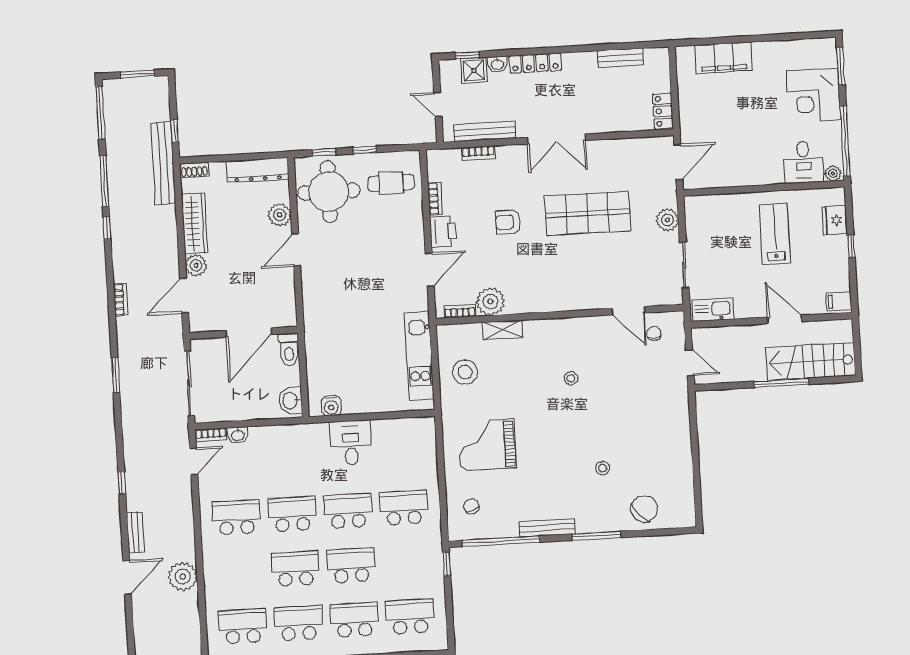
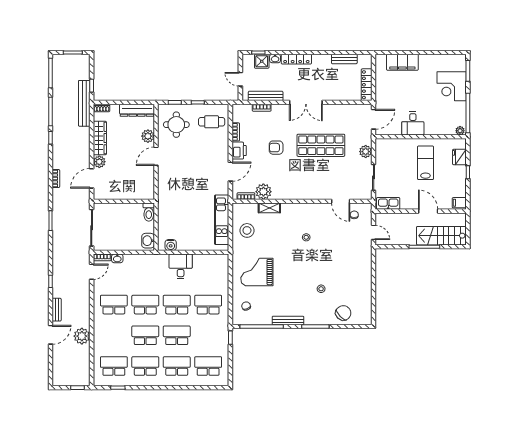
locker: (663, 111) -> (367, 85), width x1.53
desk: (803, 162) -> (413, 123), moved
round table: (329, 192) -> (176, 125), width x0.73, depth x0.73
door: (249, 333) -> (127, 201), removed

